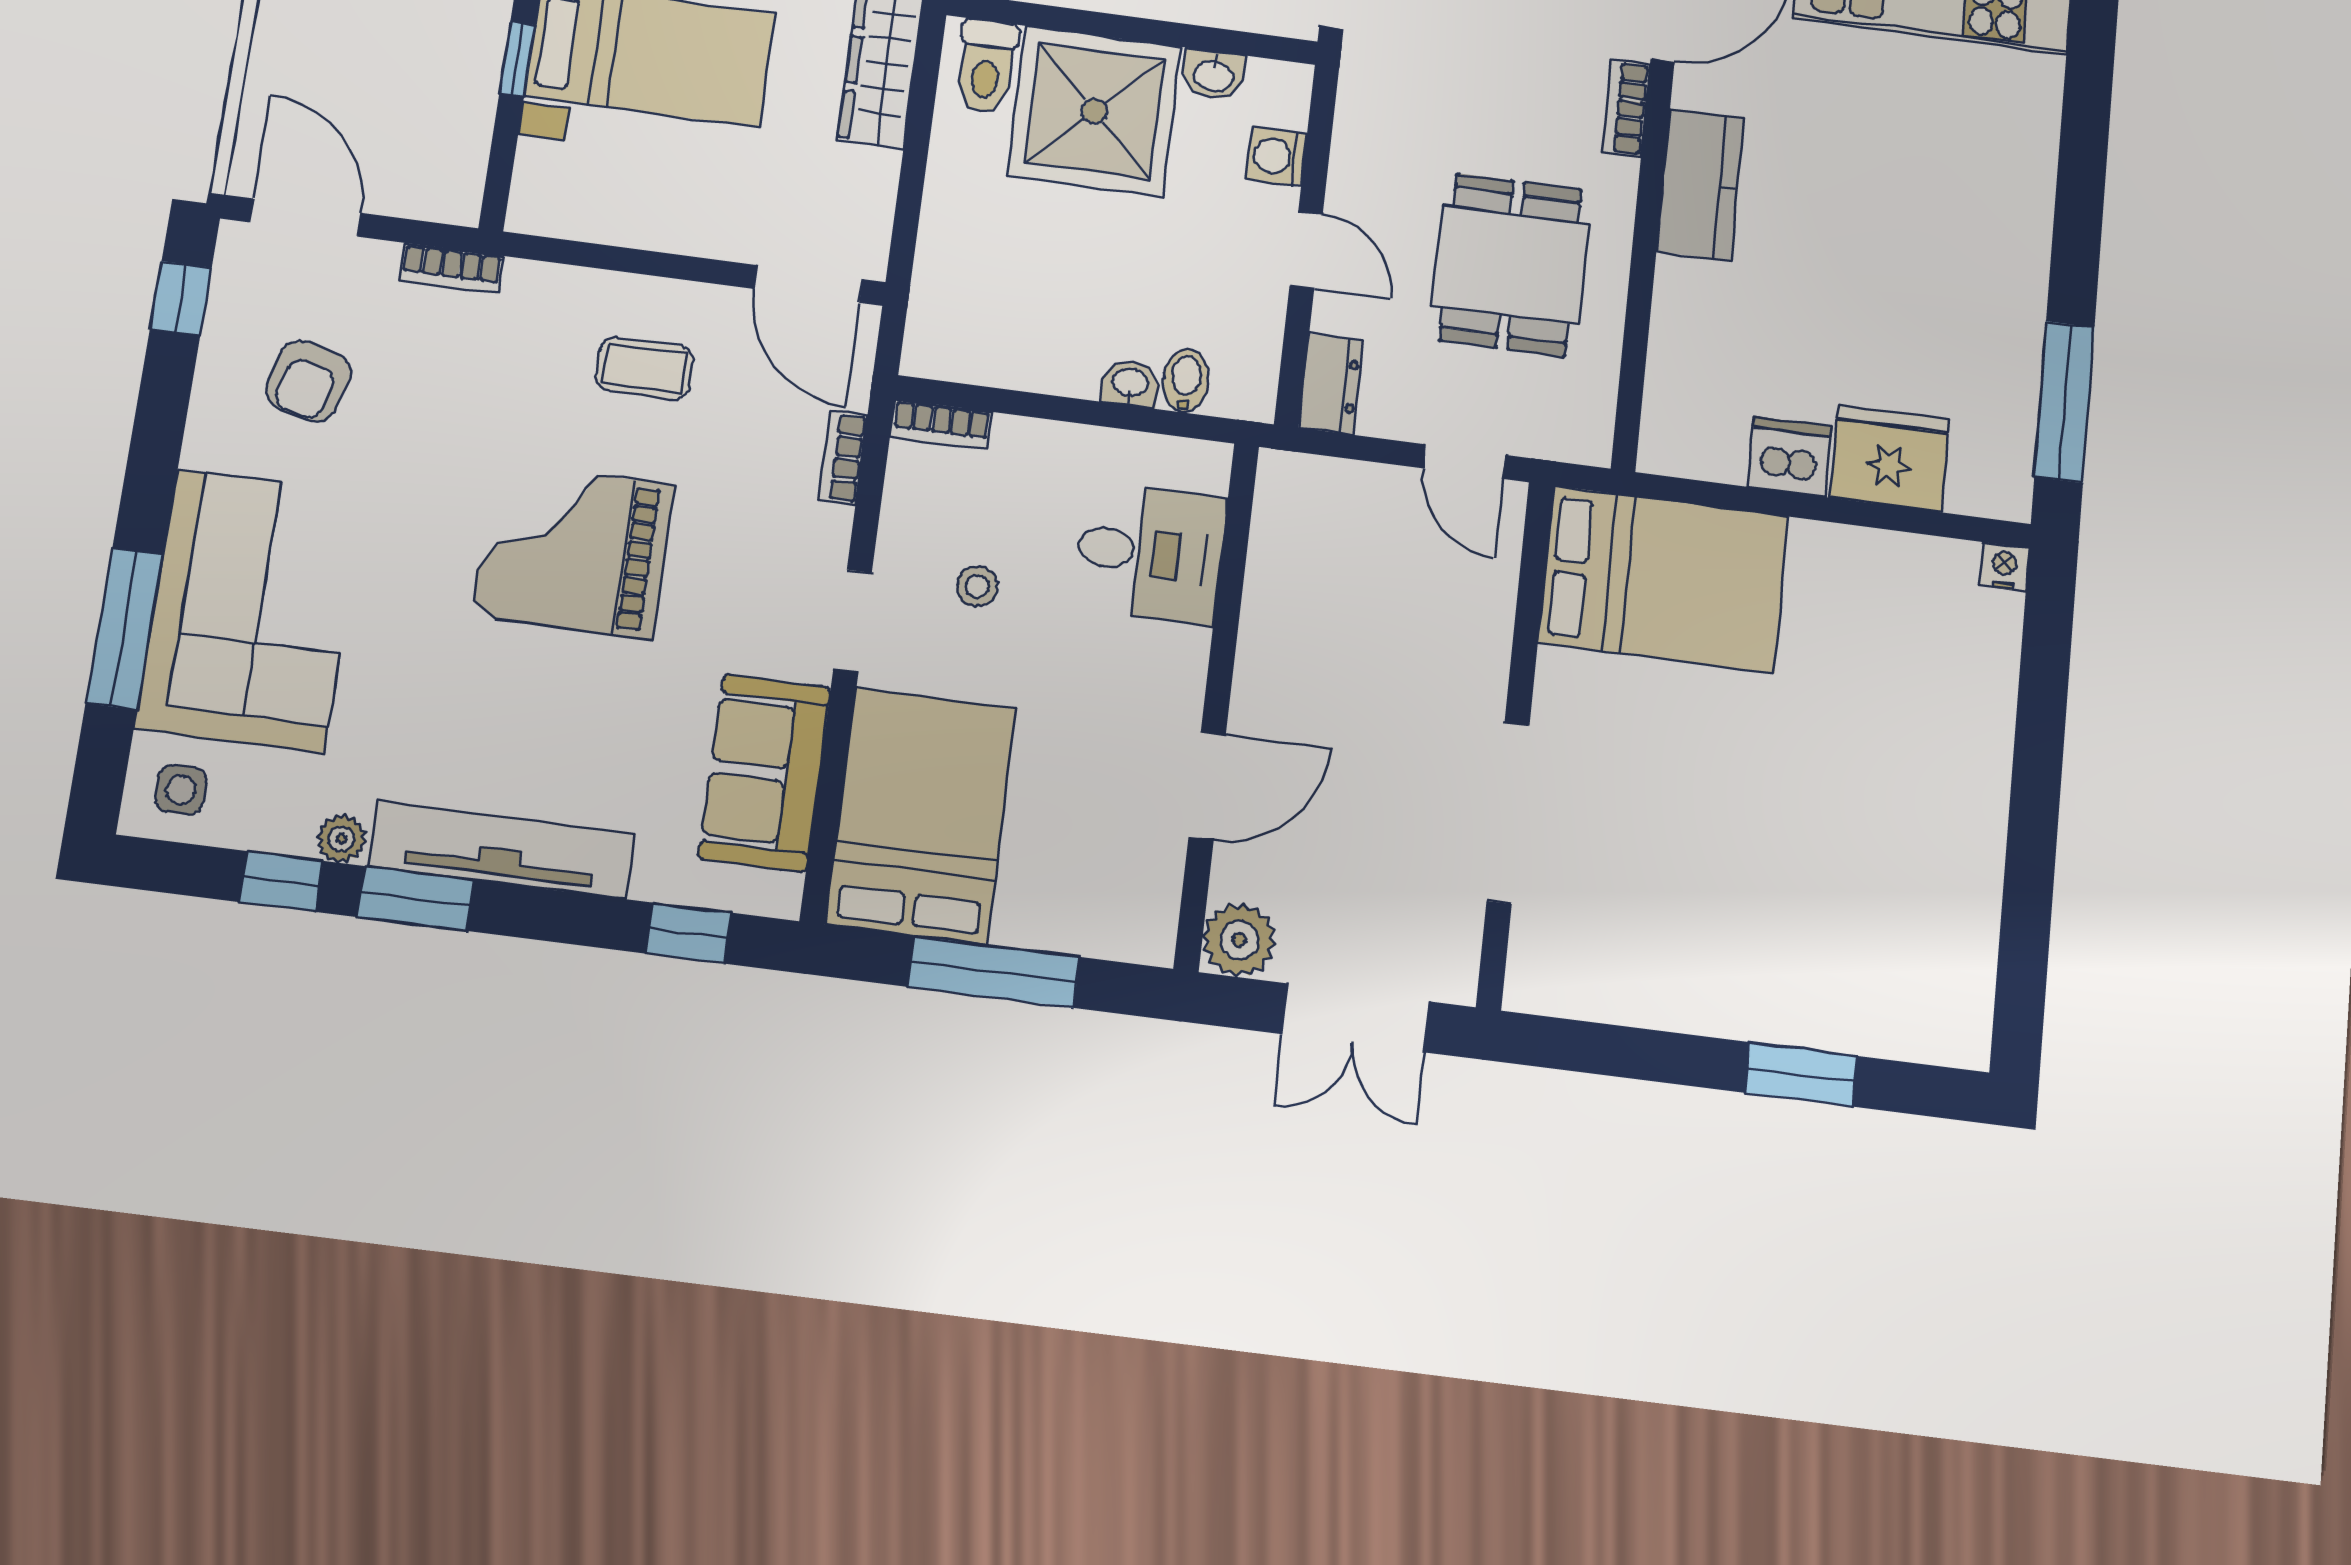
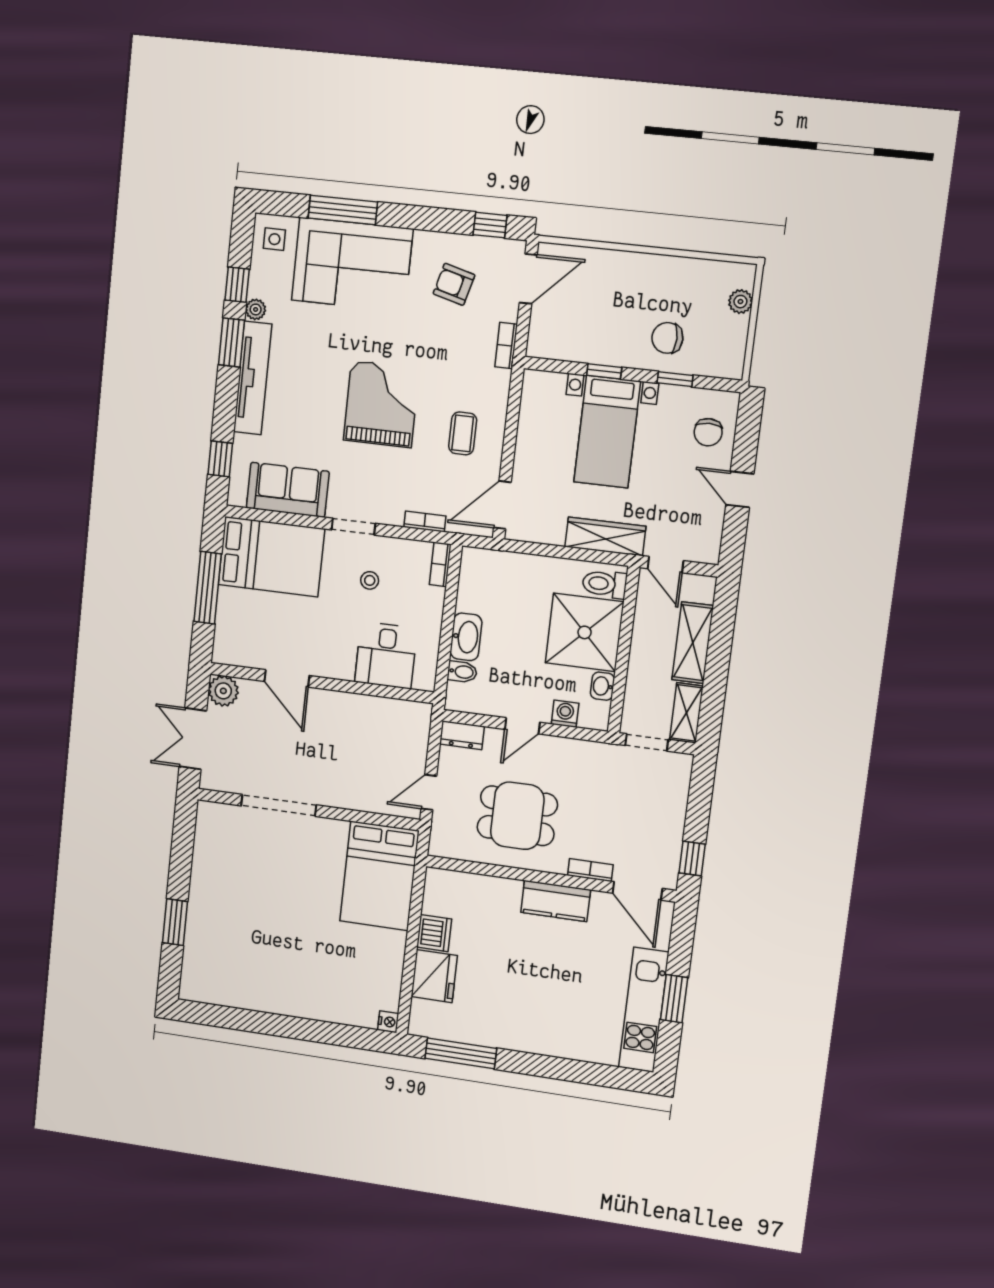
washbasin: (1130, 384) -> (466, 637), width x1.91, depth x1.45

